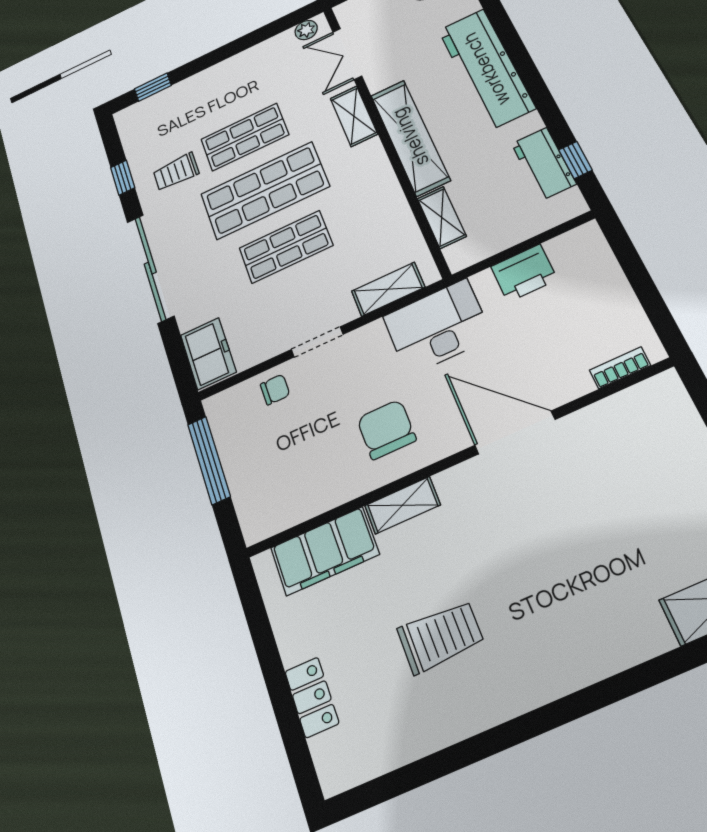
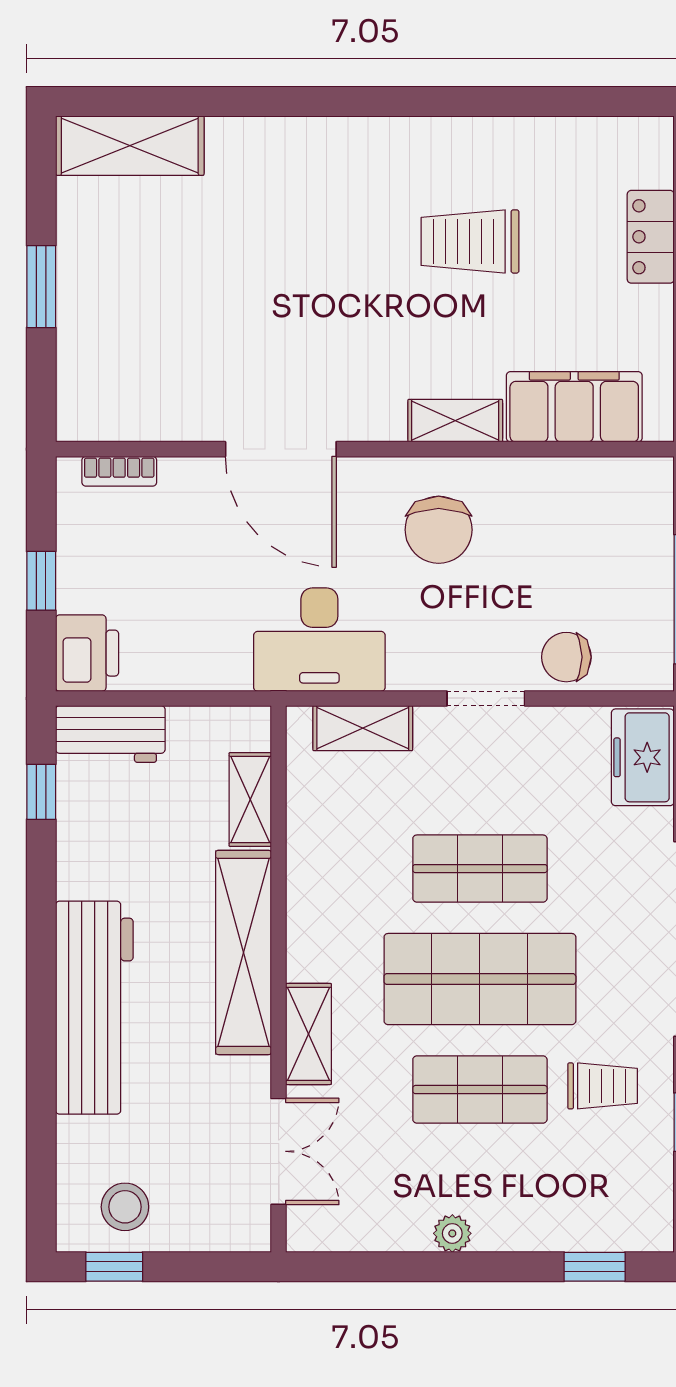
plant: (306, 30) -> (452, 1233), moved
workbench: (544, 164) -> (110, 734), moved, turned 90
printer: (524, 273) -> (87, 653), moved, turned 90
window: (639, 277) -> (41, 581), added
chair: (275, 390) -> (566, 657), width x1.37, depth x1.37

